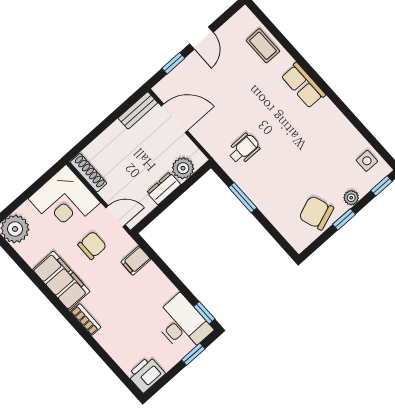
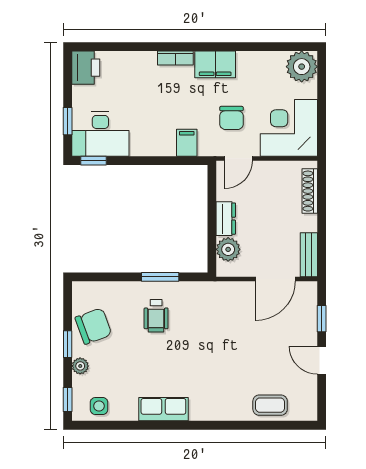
row of seats: (303, 85) -> (163, 409), moved
wheelchair: (244, 149) -> (156, 316), moved
shoe rack: (88, 173) -> (310, 191), moved, turned 90
filing cabinet: (61, 281) -> (215, 64), width x0.67, depth x0.86

